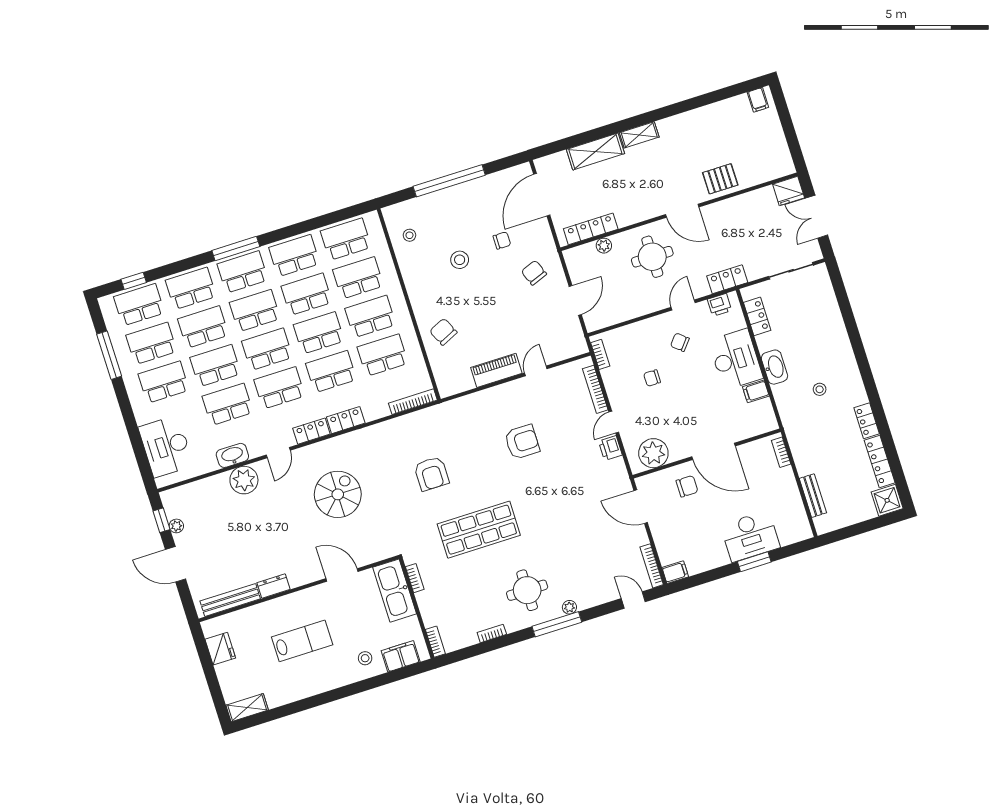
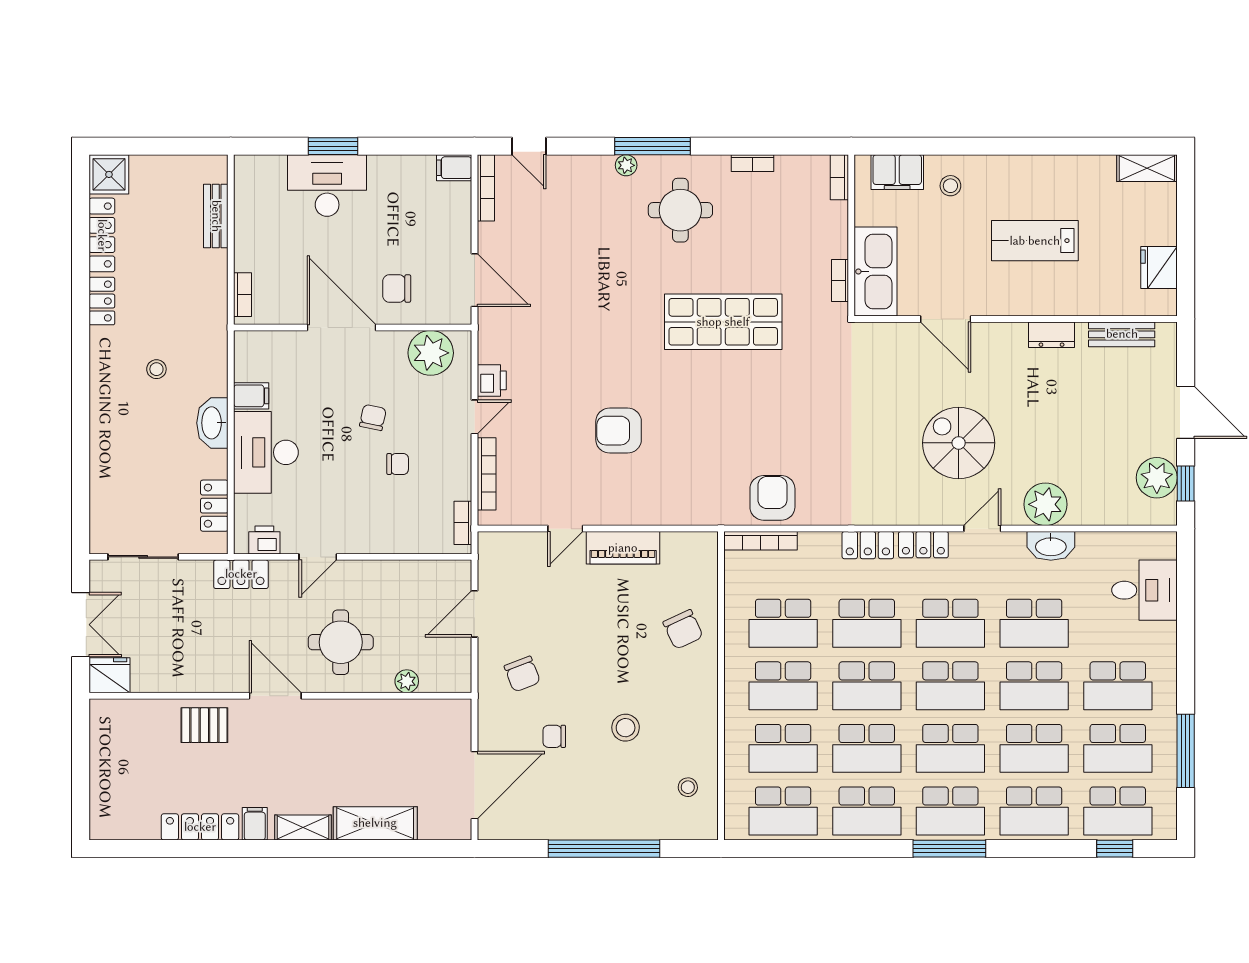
filing cabinet: (758, 100) -> (255, 824), moved
locker: (591, 229) -> (200, 827), moved, turned 180
chair: (680, 342) -> (373, 417), moved, turned -118
desk: (166, 446) -> (1144, 590), width x0.73
armchair: (431, 474) -> (772, 498), moved
spiral stairs: (338, 494) -> (959, 443), moved, turned 90
plant: (176, 526) -> (1157, 478), width x1.88, depth x1.88
bench: (230, 600) -> (1122, 334), width x0.73

